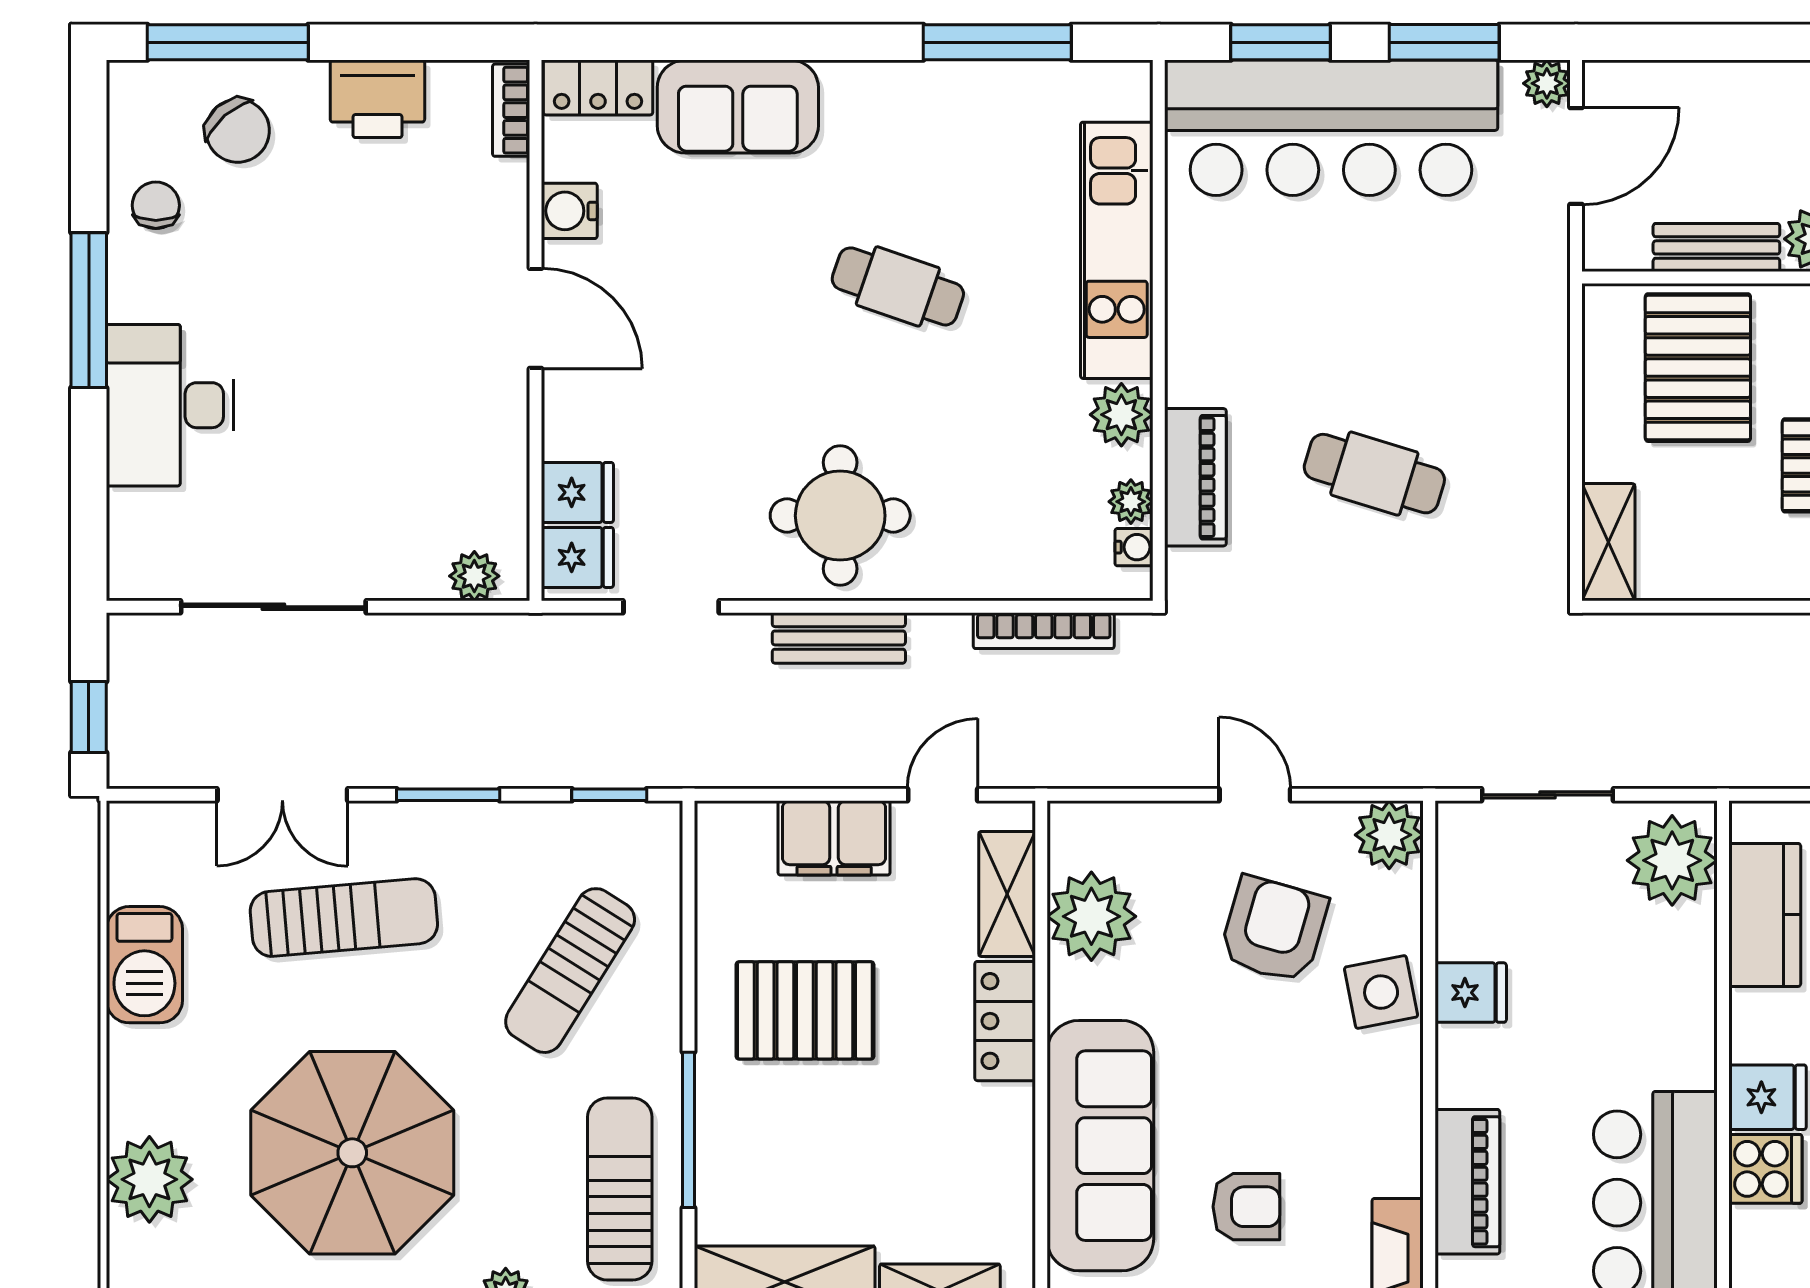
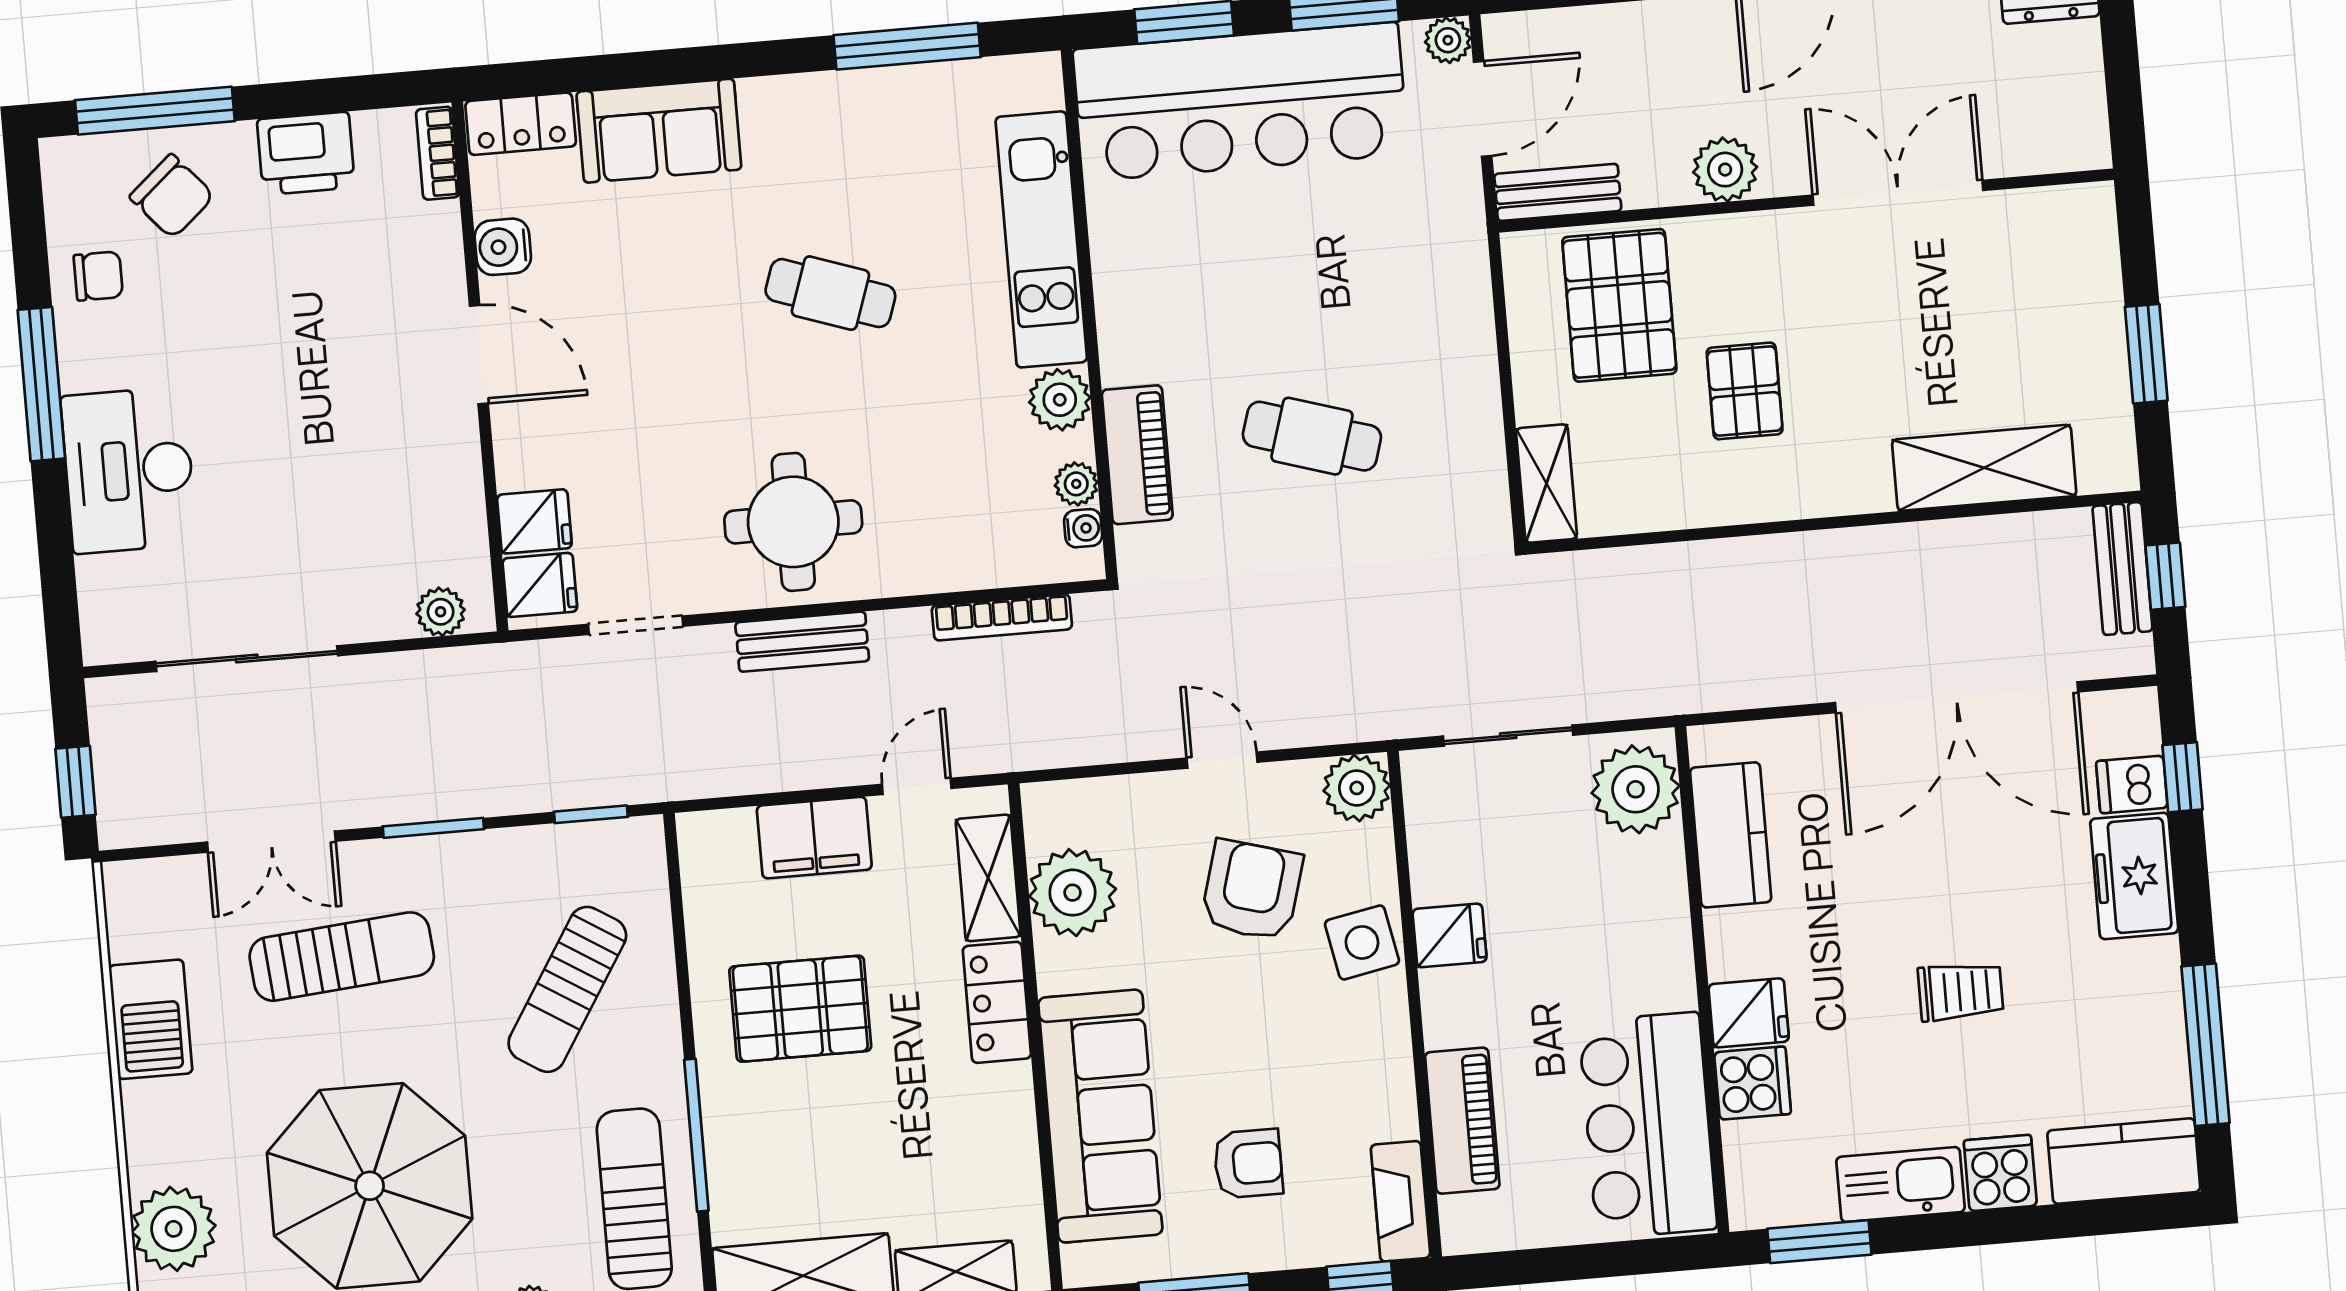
chair: (156, 205) -> (98, 276), turned 90
bench: (1716, 247) -> (1558, 192), moved

